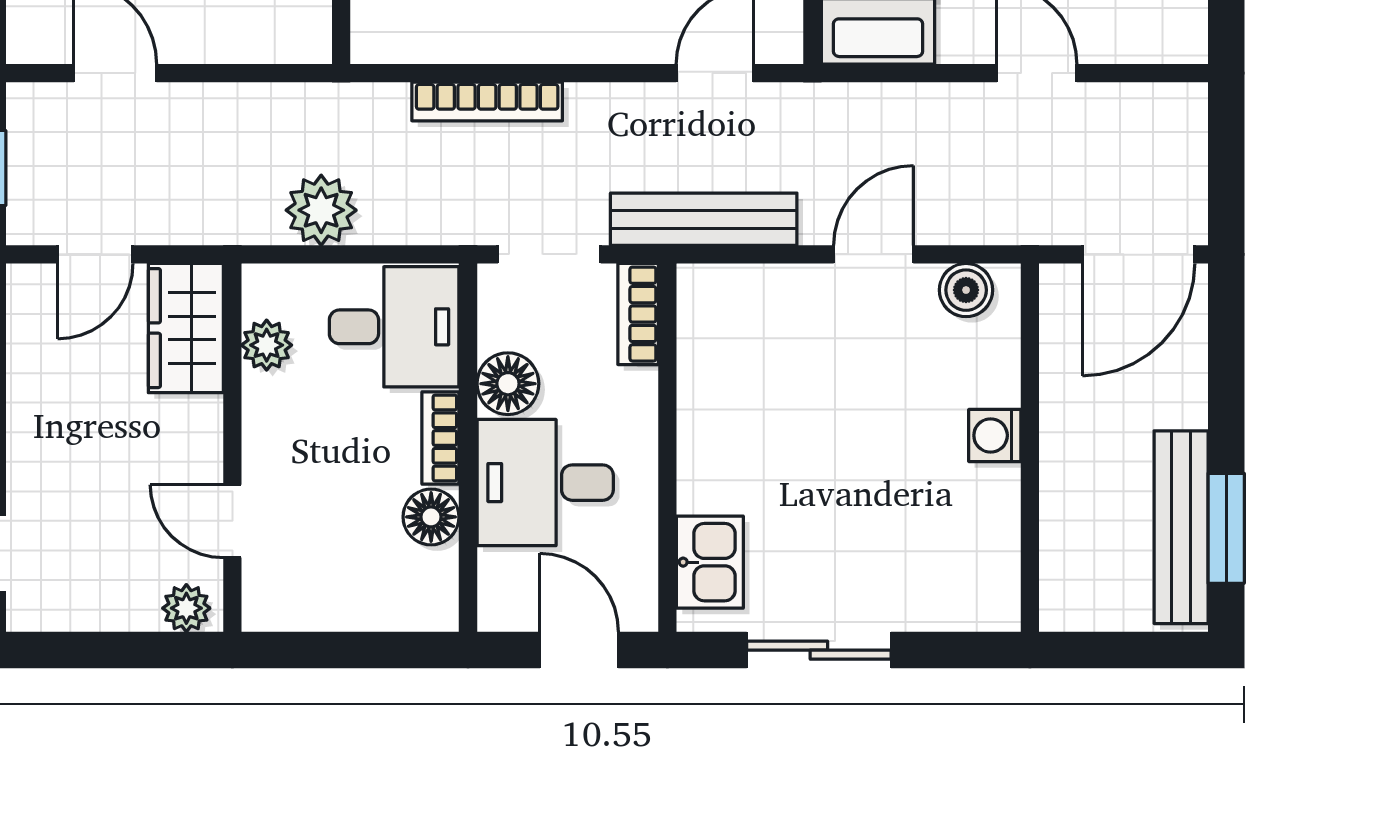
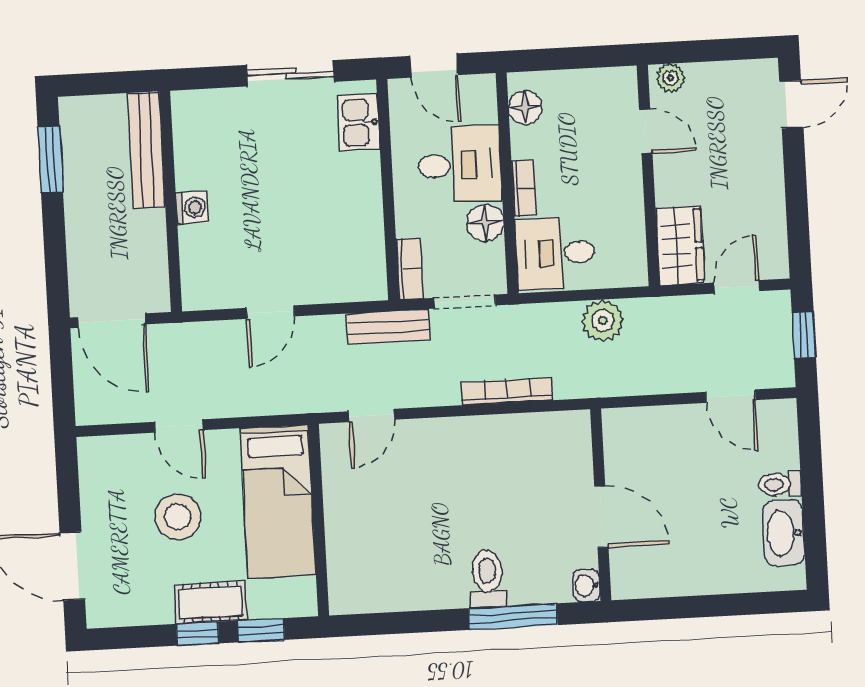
bench: (704, 219) -> (388, 327), width x0.73
door: (1139, 254) -> (112, 321), swing flipped
boiler: (966, 290) -> (214, 294), removed
plant: (267, 345) -> (631, 238), removed
floor lamp: (431, 517) -> (525, 107), moved
bench: (1181, 527) -> (146, 150), moved

